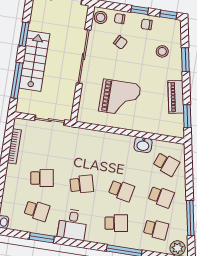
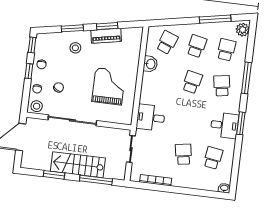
stool: (162, 51) -> (75, 48), moved
window: (187, 116) -> (107, 26), moved
desk: (84, 143) -> (151, 118), added
school desk: (82, 184) -> (188, 118), removed
window: (42, 238) -> (241, 123), moved

